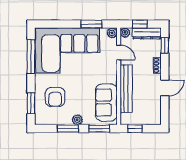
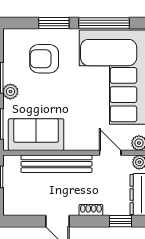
door: (119, 52) -> (110, 153), swing flipped
window: (31, 103) -> (54, 23), moved

